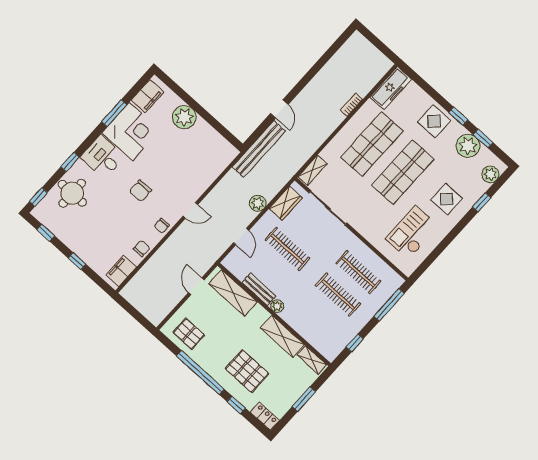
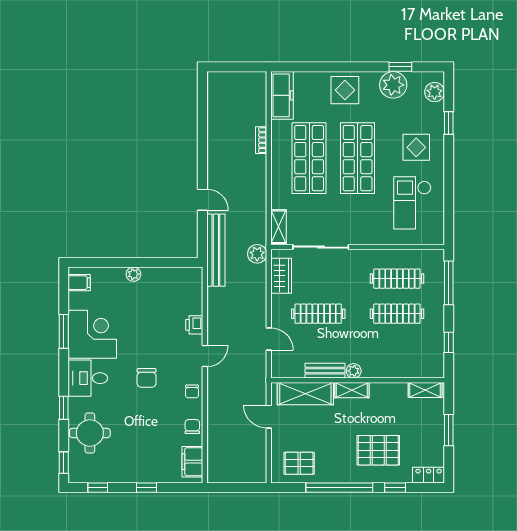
filing cabinet: (148, 96) -> (79, 283), width x0.50
window: (458, 116) -> (362, 67), removed
plant: (184, 117) -> (133, 274), width x0.53, depth x0.53
printer: (202, 184) -> (194, 325), added
plant: (258, 203) -> (257, 254), moved
shelving: (282, 336) -> (352, 390), moved, width x0.67, depth x0.75

